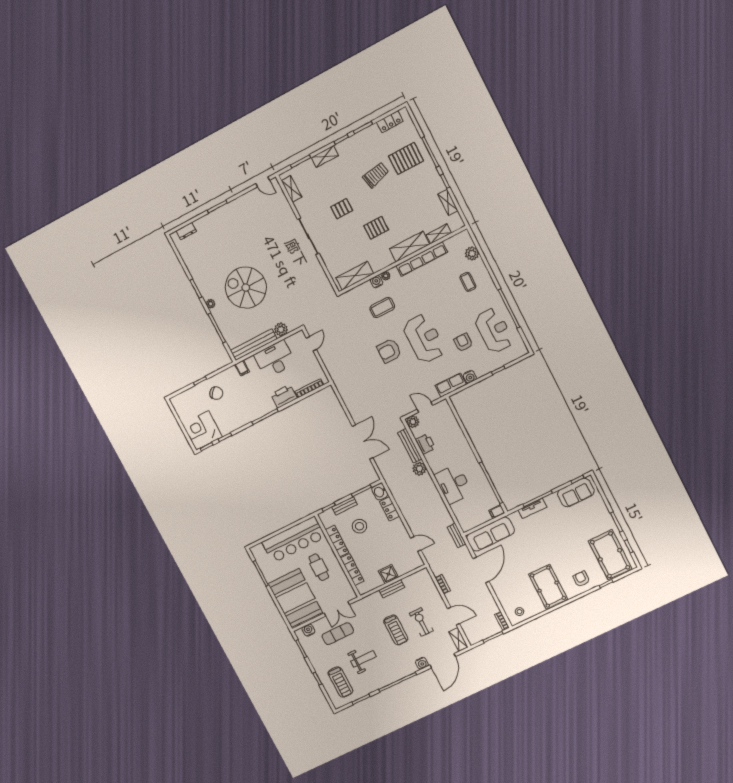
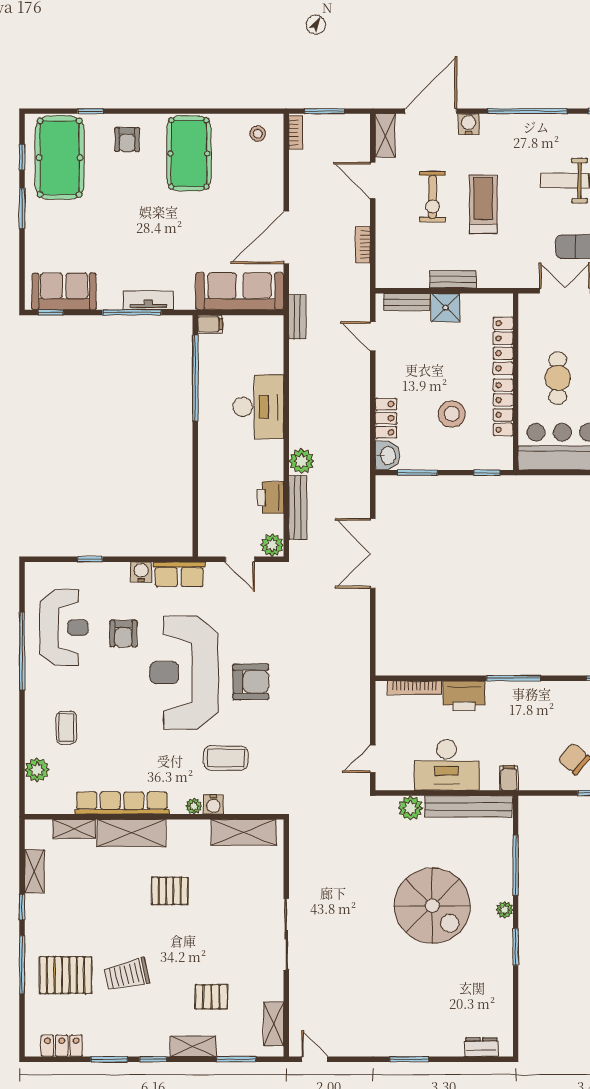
pallet: (342, 209) -> (211, 997), moved
reception desk: (494, 330) -> (64, 628), turned 180
reception desk: (424, 339) -> (184, 673), width x1.36, depth x1.30
bench: (344, 506) -> (407, 302), moved

